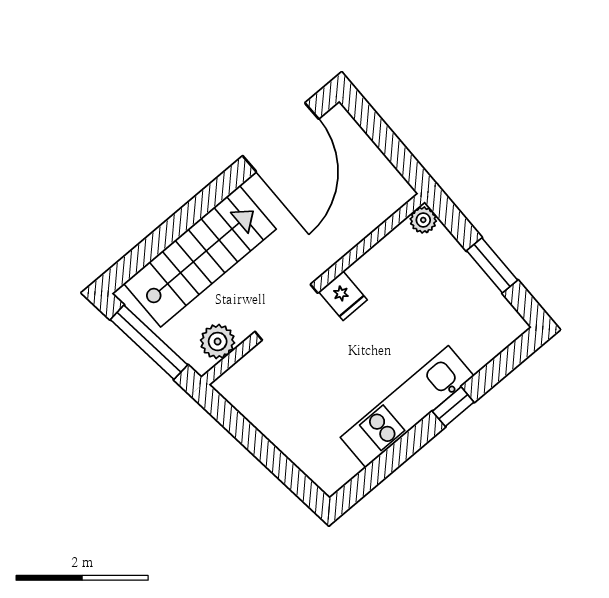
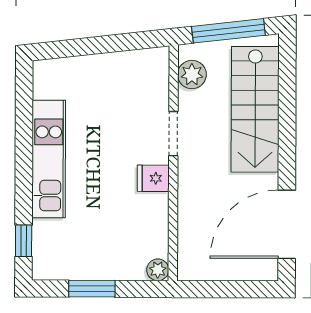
door: (281, 137) -> (287, 224), hinge flipped
doorway: (286, 312) -> (173, 134), width x0.73
window: (453, 407) -> (24, 241), moved

